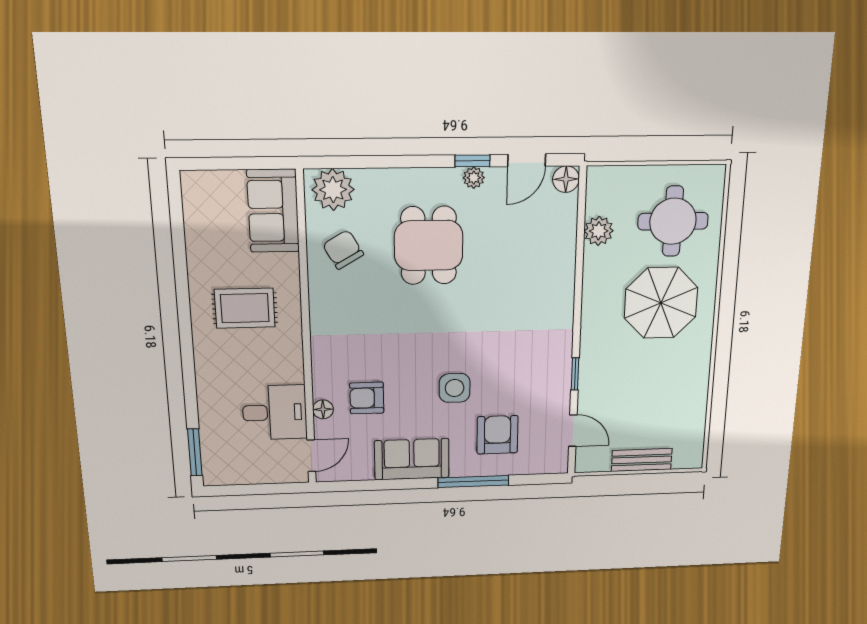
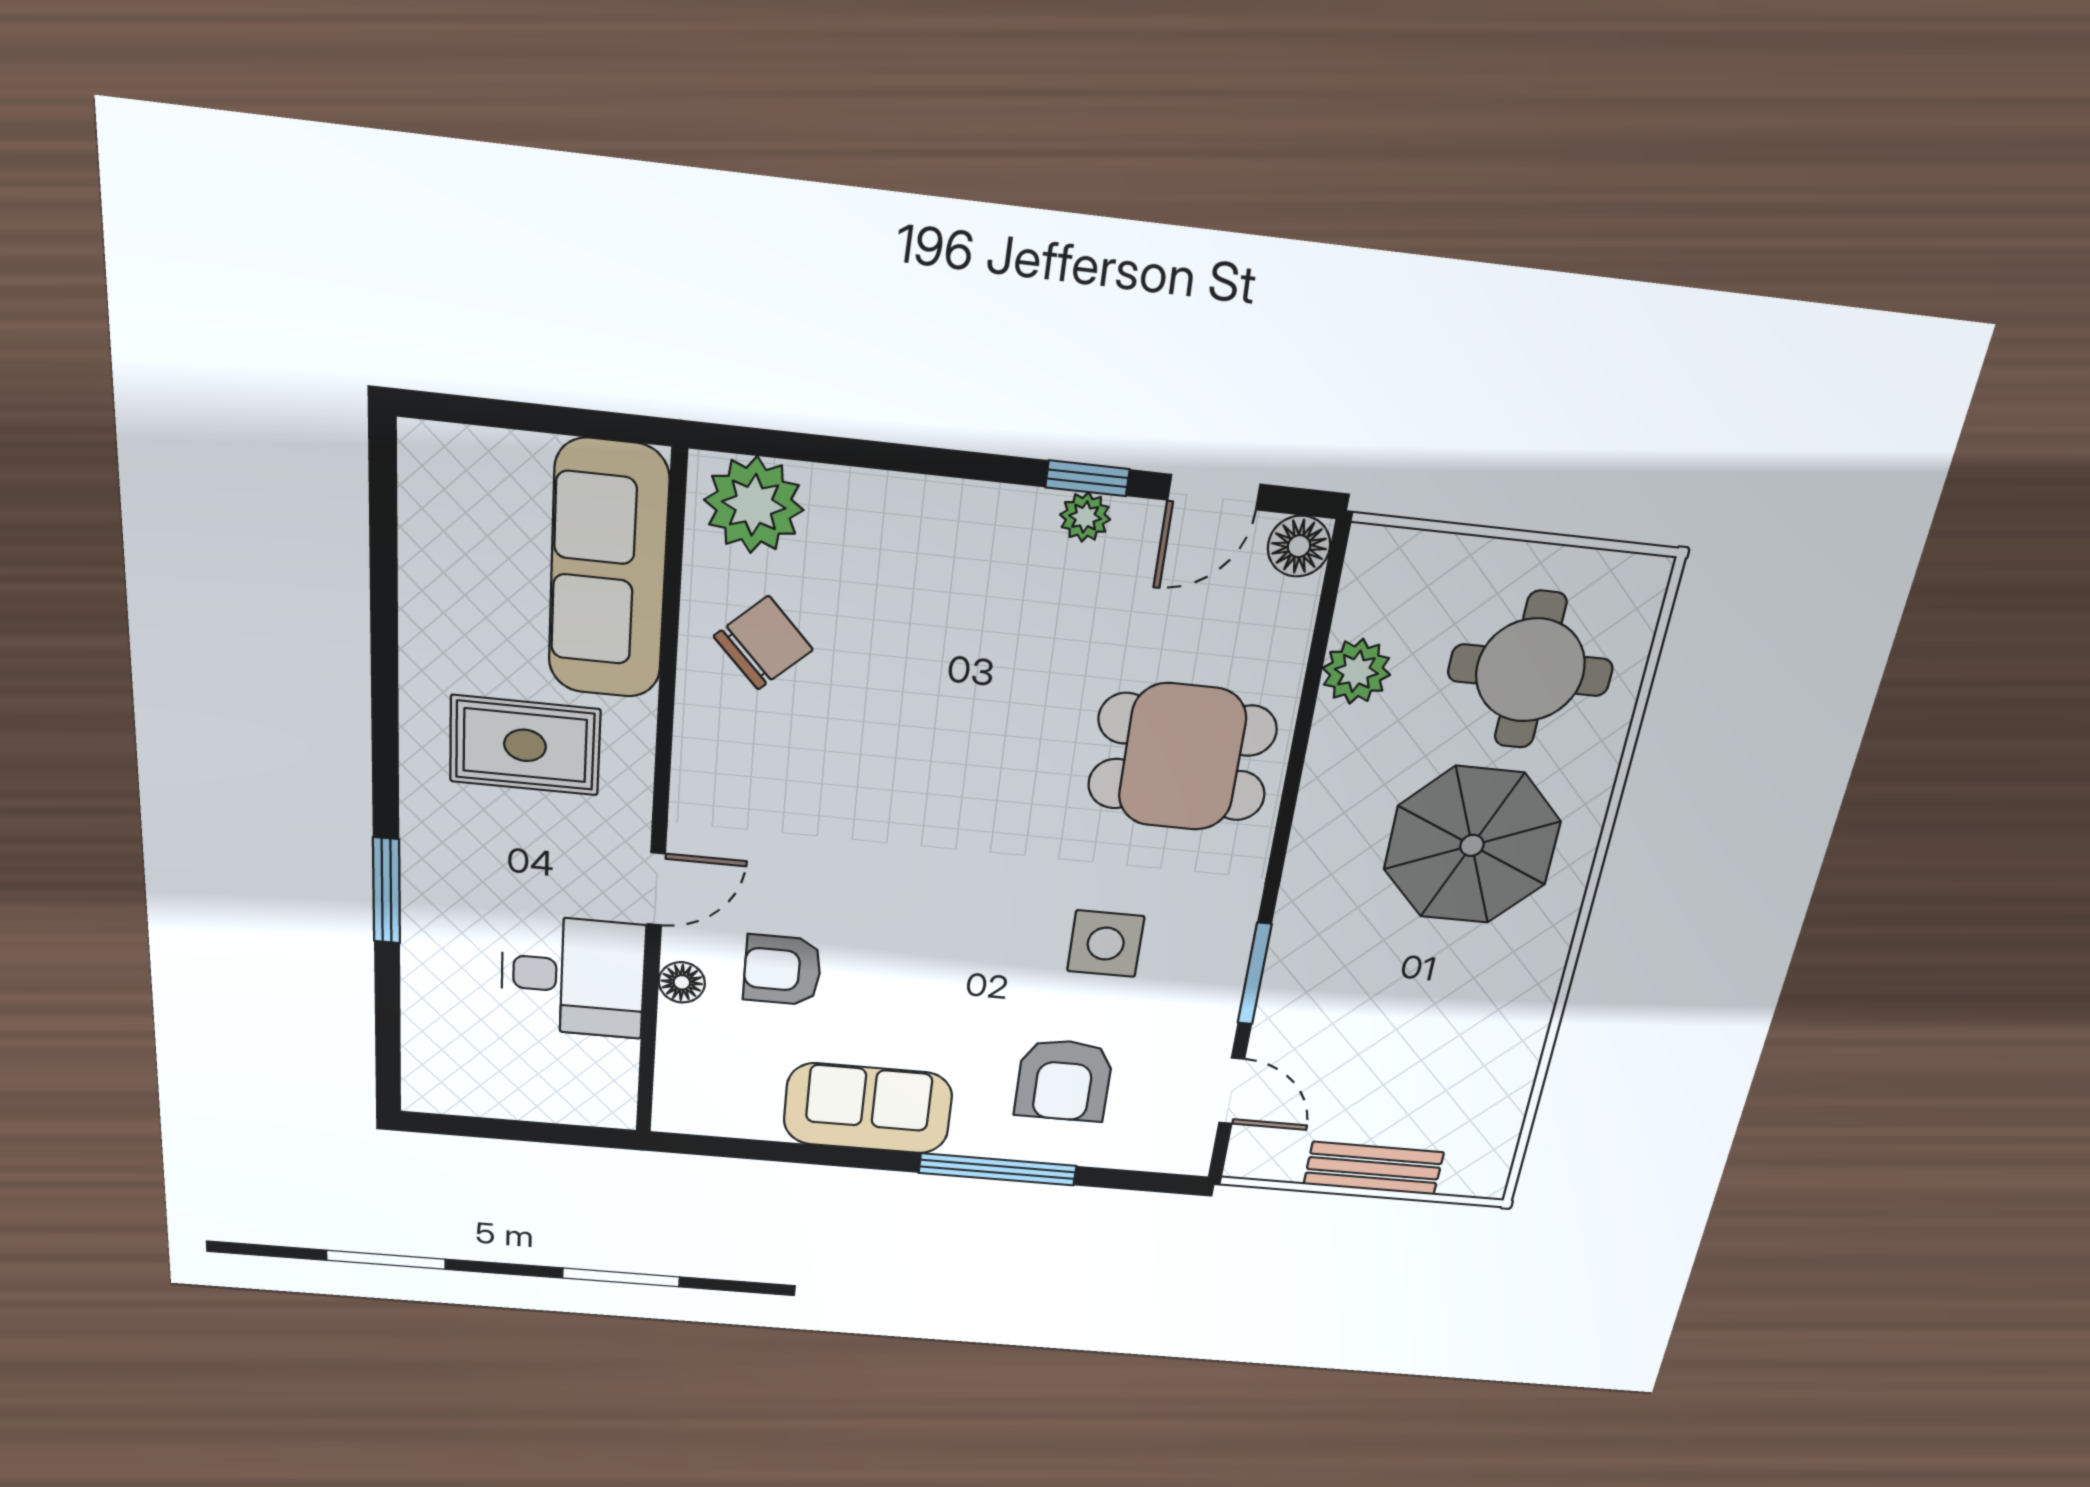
sofa: (273, 211) -> (608, 570), width x1.36
dining table: (429, 245) -> (1182, 757), moved, turned 90
chair: (343, 250) -> (763, 643), turned 77
window: (575, 374) -> (1255, 974), width x1.50
side table: (455, 388) -> (1106, 944), moved
armchair: (497, 435) -> (1064, 1080), turned 180
window: (195, 452) -> (387, 891), moved
door: (311, 456) -> (656, 889), moved

